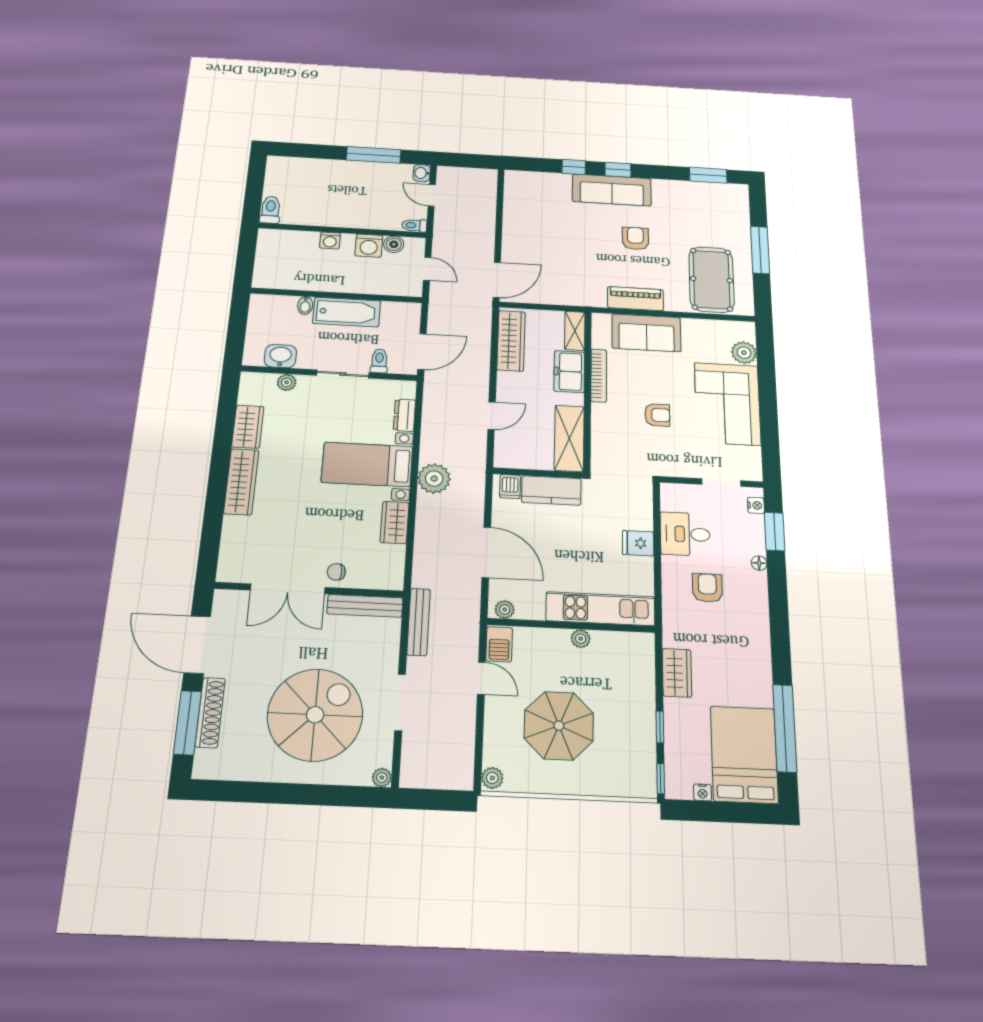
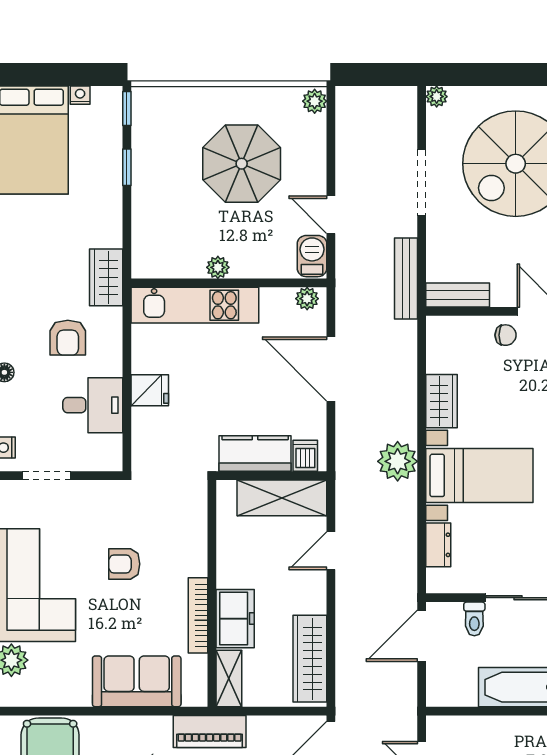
piano: (636, 299) -> (210, 731), moved
shelving: (569, 438) -> (282, 498), moved, turned 90
bench: (365, 606) -> (458, 295), width x0.73
wardrobe: (677, 673) -> (106, 277), moved

